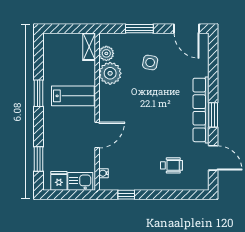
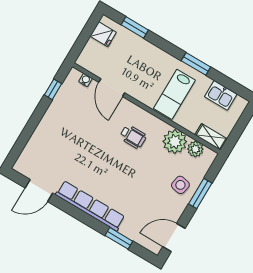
side table: (150, 62) -> (180, 185), moved
window: (213, 115) -> (119, 238), moved
door: (97, 135) -> (112, 88), moved
wheelchair: (172, 165) -> (133, 137), moved, turned -90
kitchen sink: (80, 181) -> (221, 95), moved, turned 90

